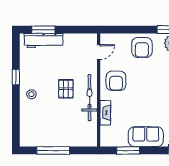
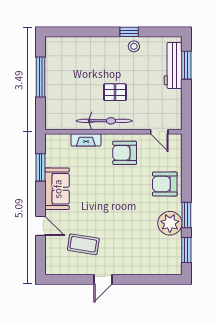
stool: (31, 94) -> (134, 46), moved

